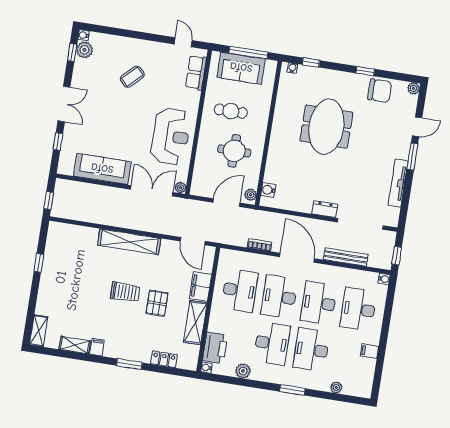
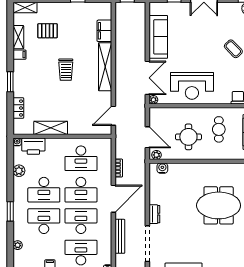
filing cabinet: (200, 286) -> (104, 31), moved, turned -90
desk: (279, 297) -> (81, 190), turned 180
pallet: (157, 303) -> (48, 31), moved

